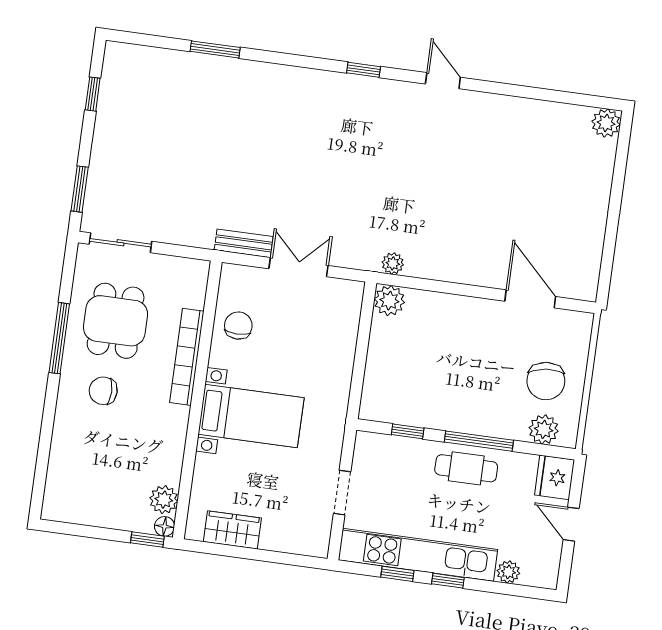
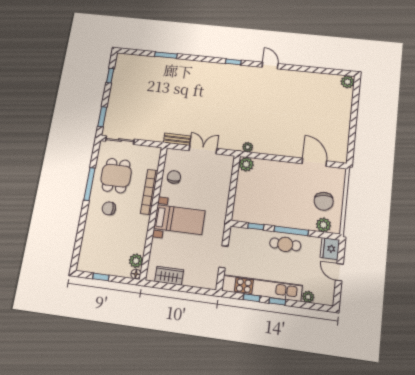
window: (147, 540) -> (101, 277), moved

